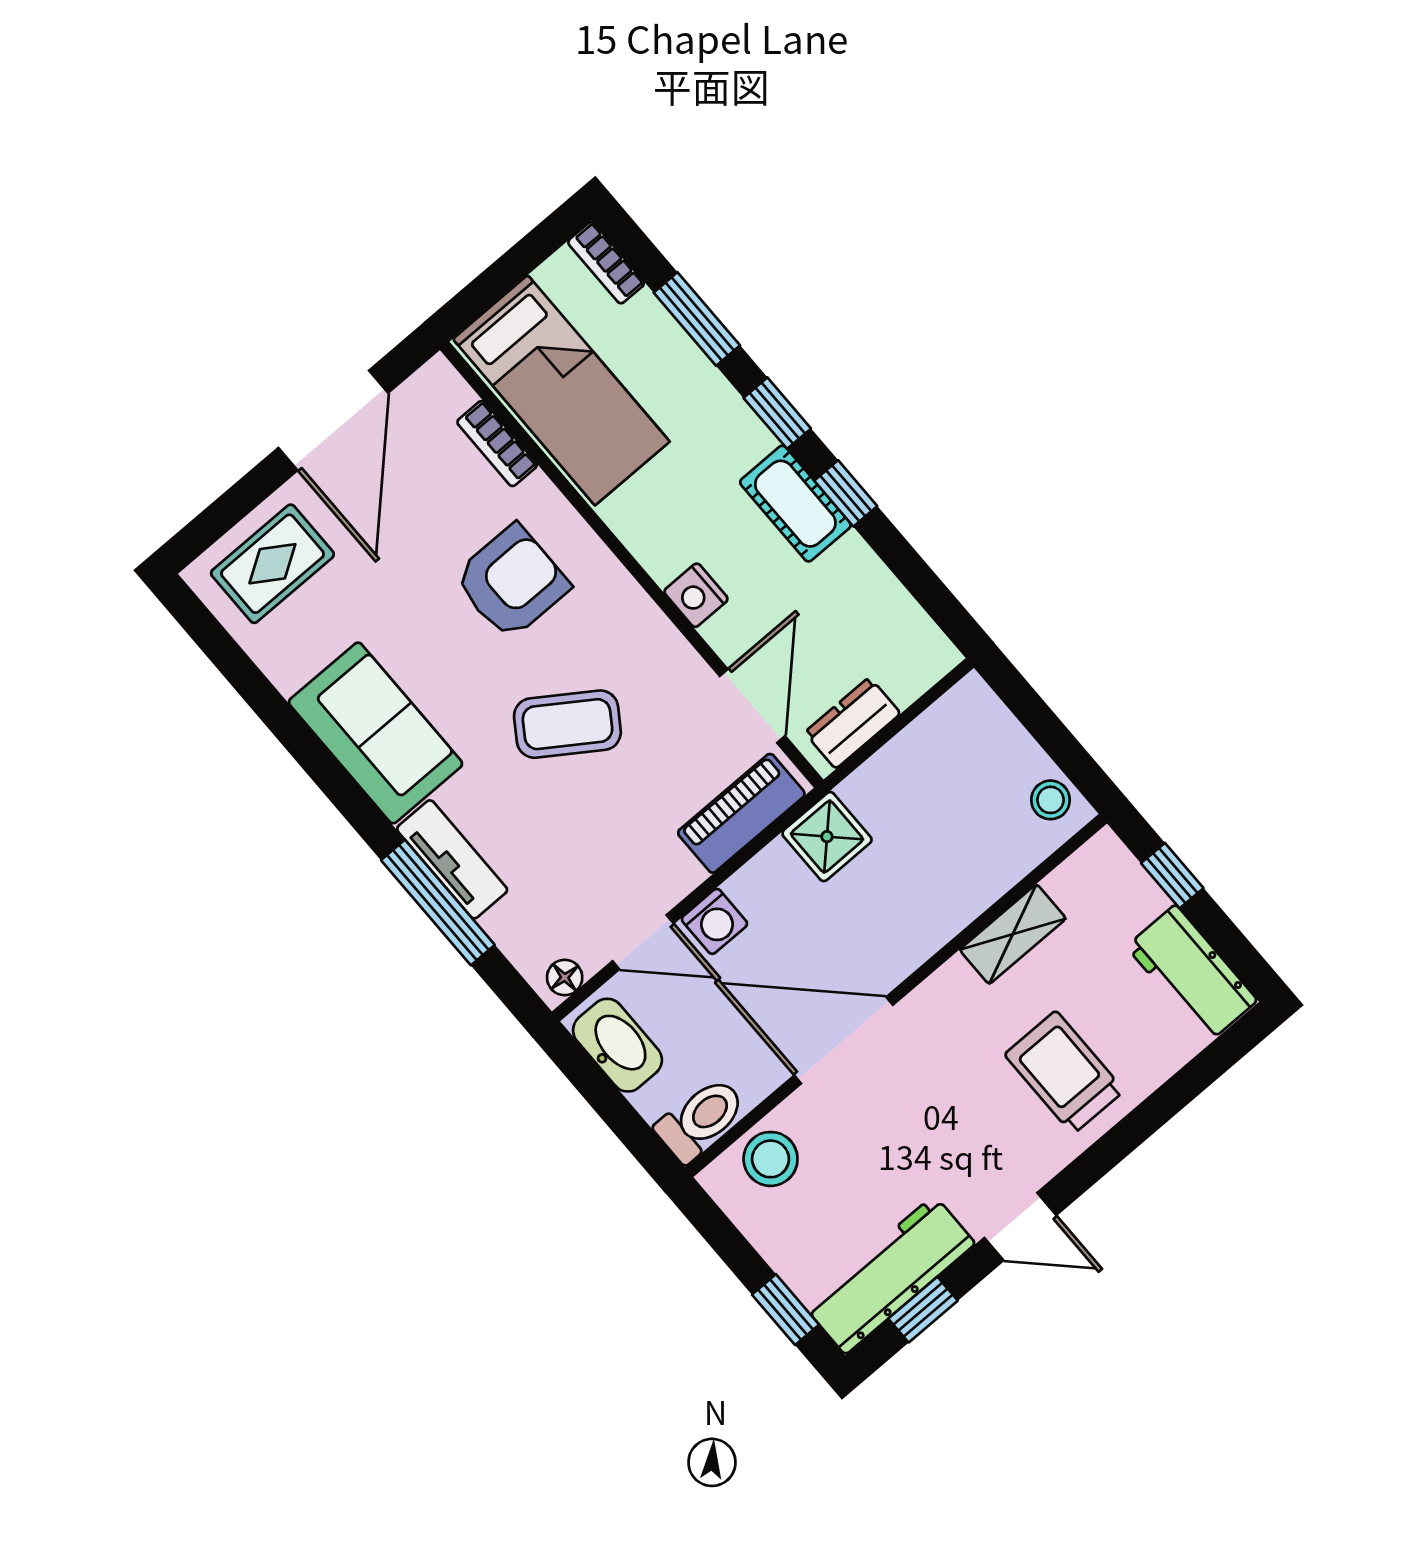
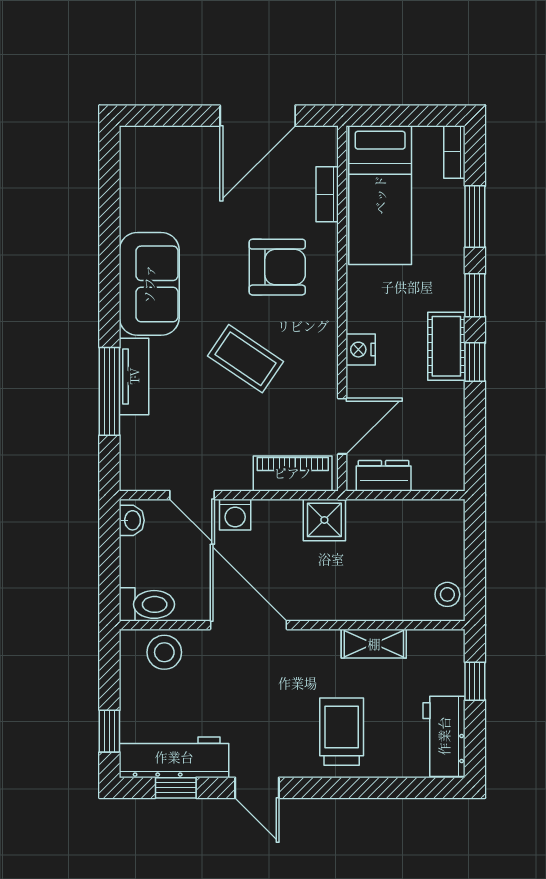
rug: (272, 564) -> (169, 160), removed
floor lamp: (565, 977) -> (140, 480), removed
washbasin: (617, 1045) -> (132, 520), width x0.52, depth x0.69

